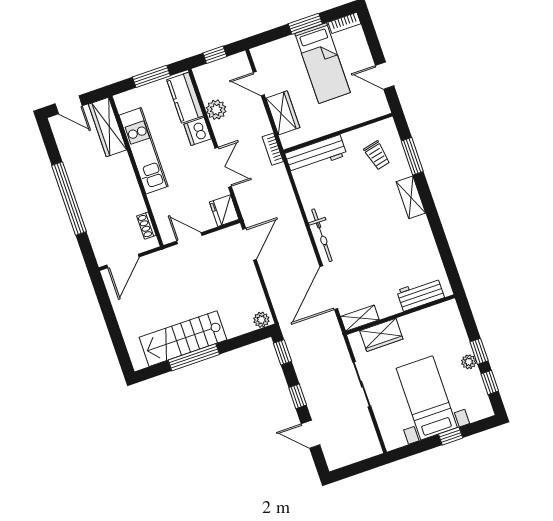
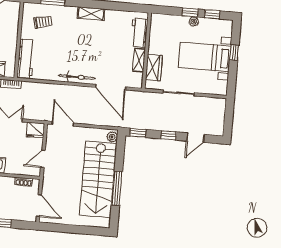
shelving: (411, 197) -> (91, 14), moved
shelving: (360, 318) -> (139, 60), moved
stairs: (183, 339) -> (98, 179), width x1.36, depth x1.51

